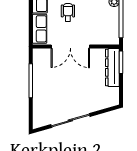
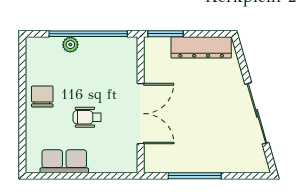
row of seats: (40, 29) -> (113, 162), removed
dresser: (112, 68) -> (201, 47), moved

